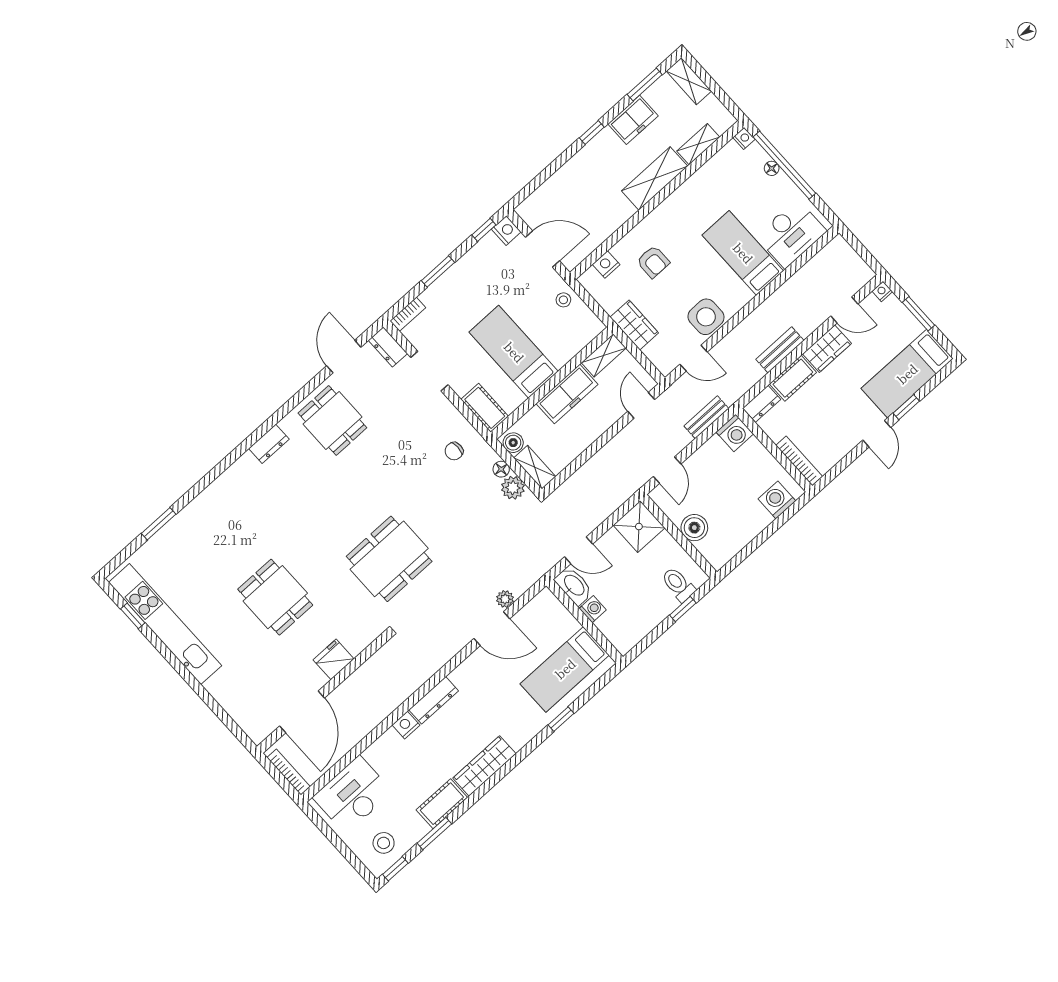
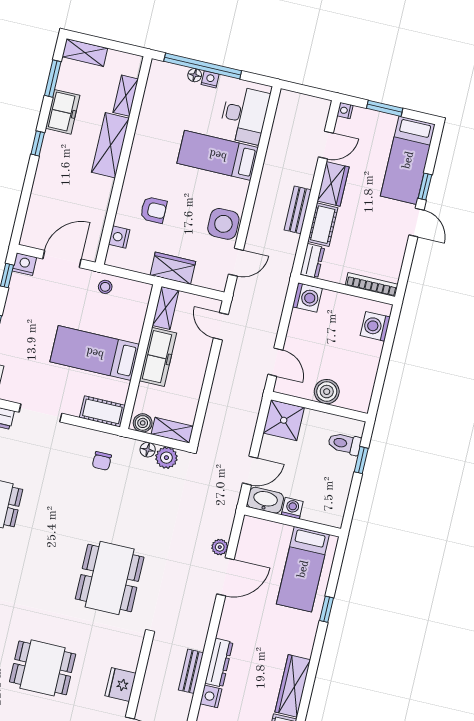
nightstand: (744, 138) -> (210, 79), moved
bench: (706, 417) -> (191, 671), moved

